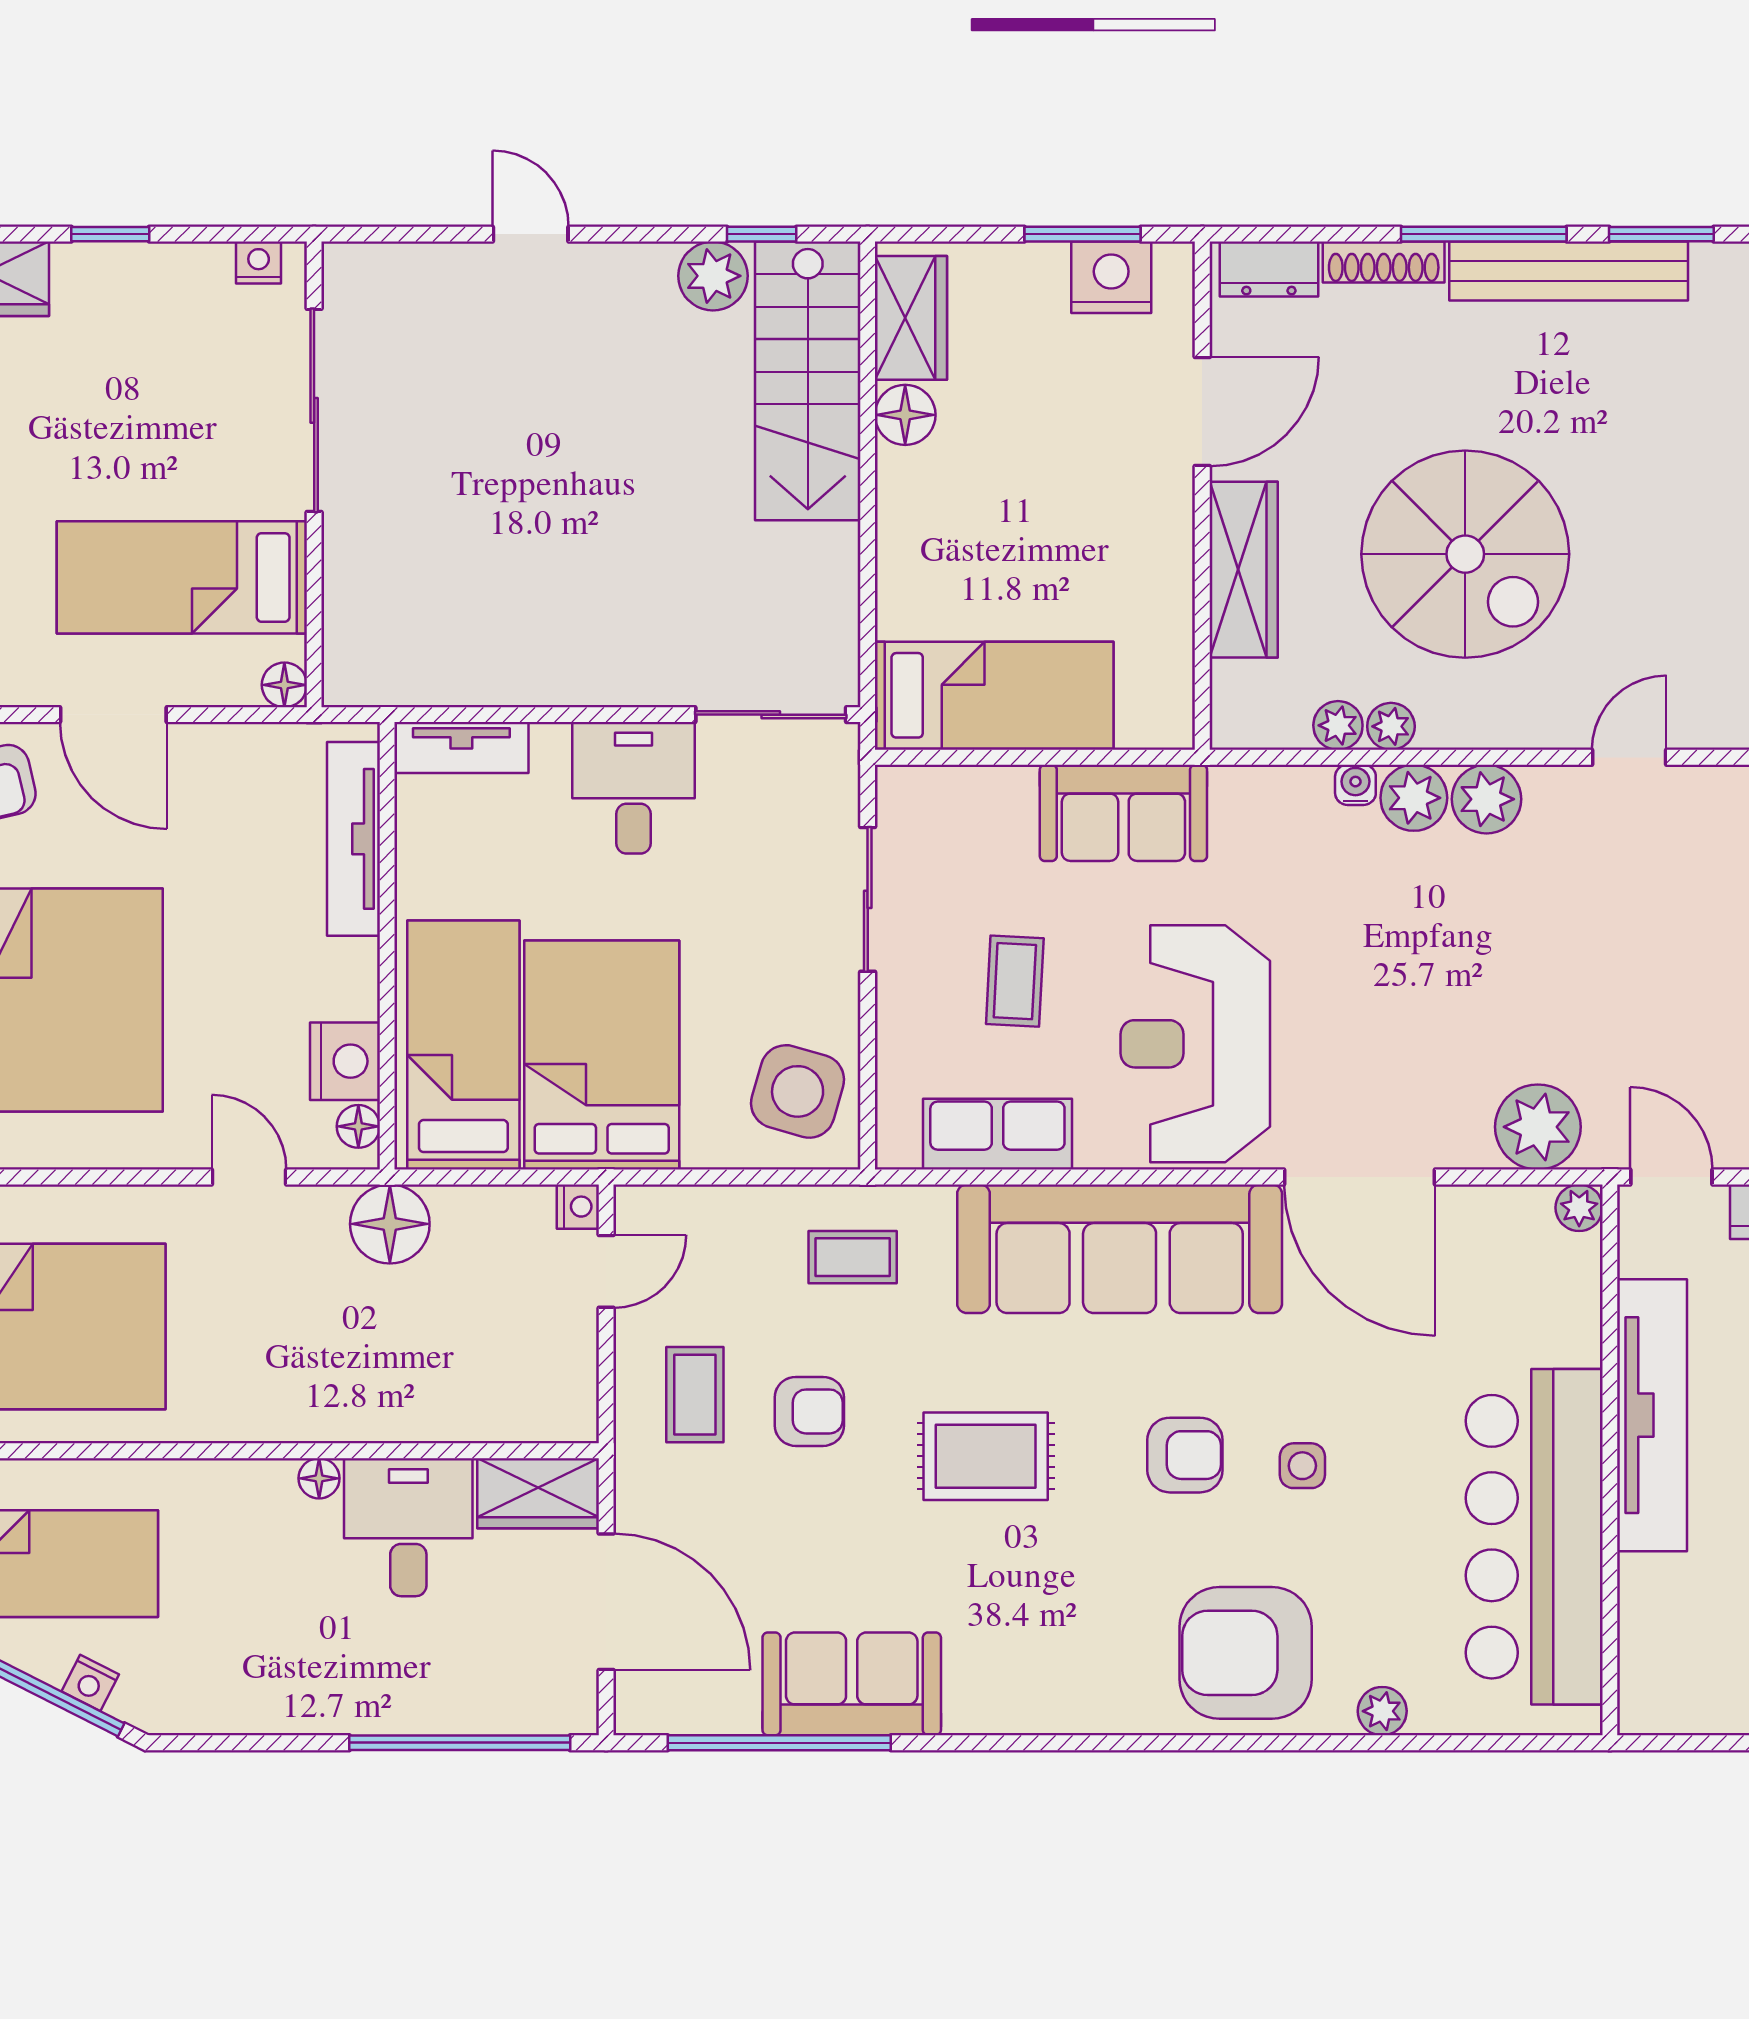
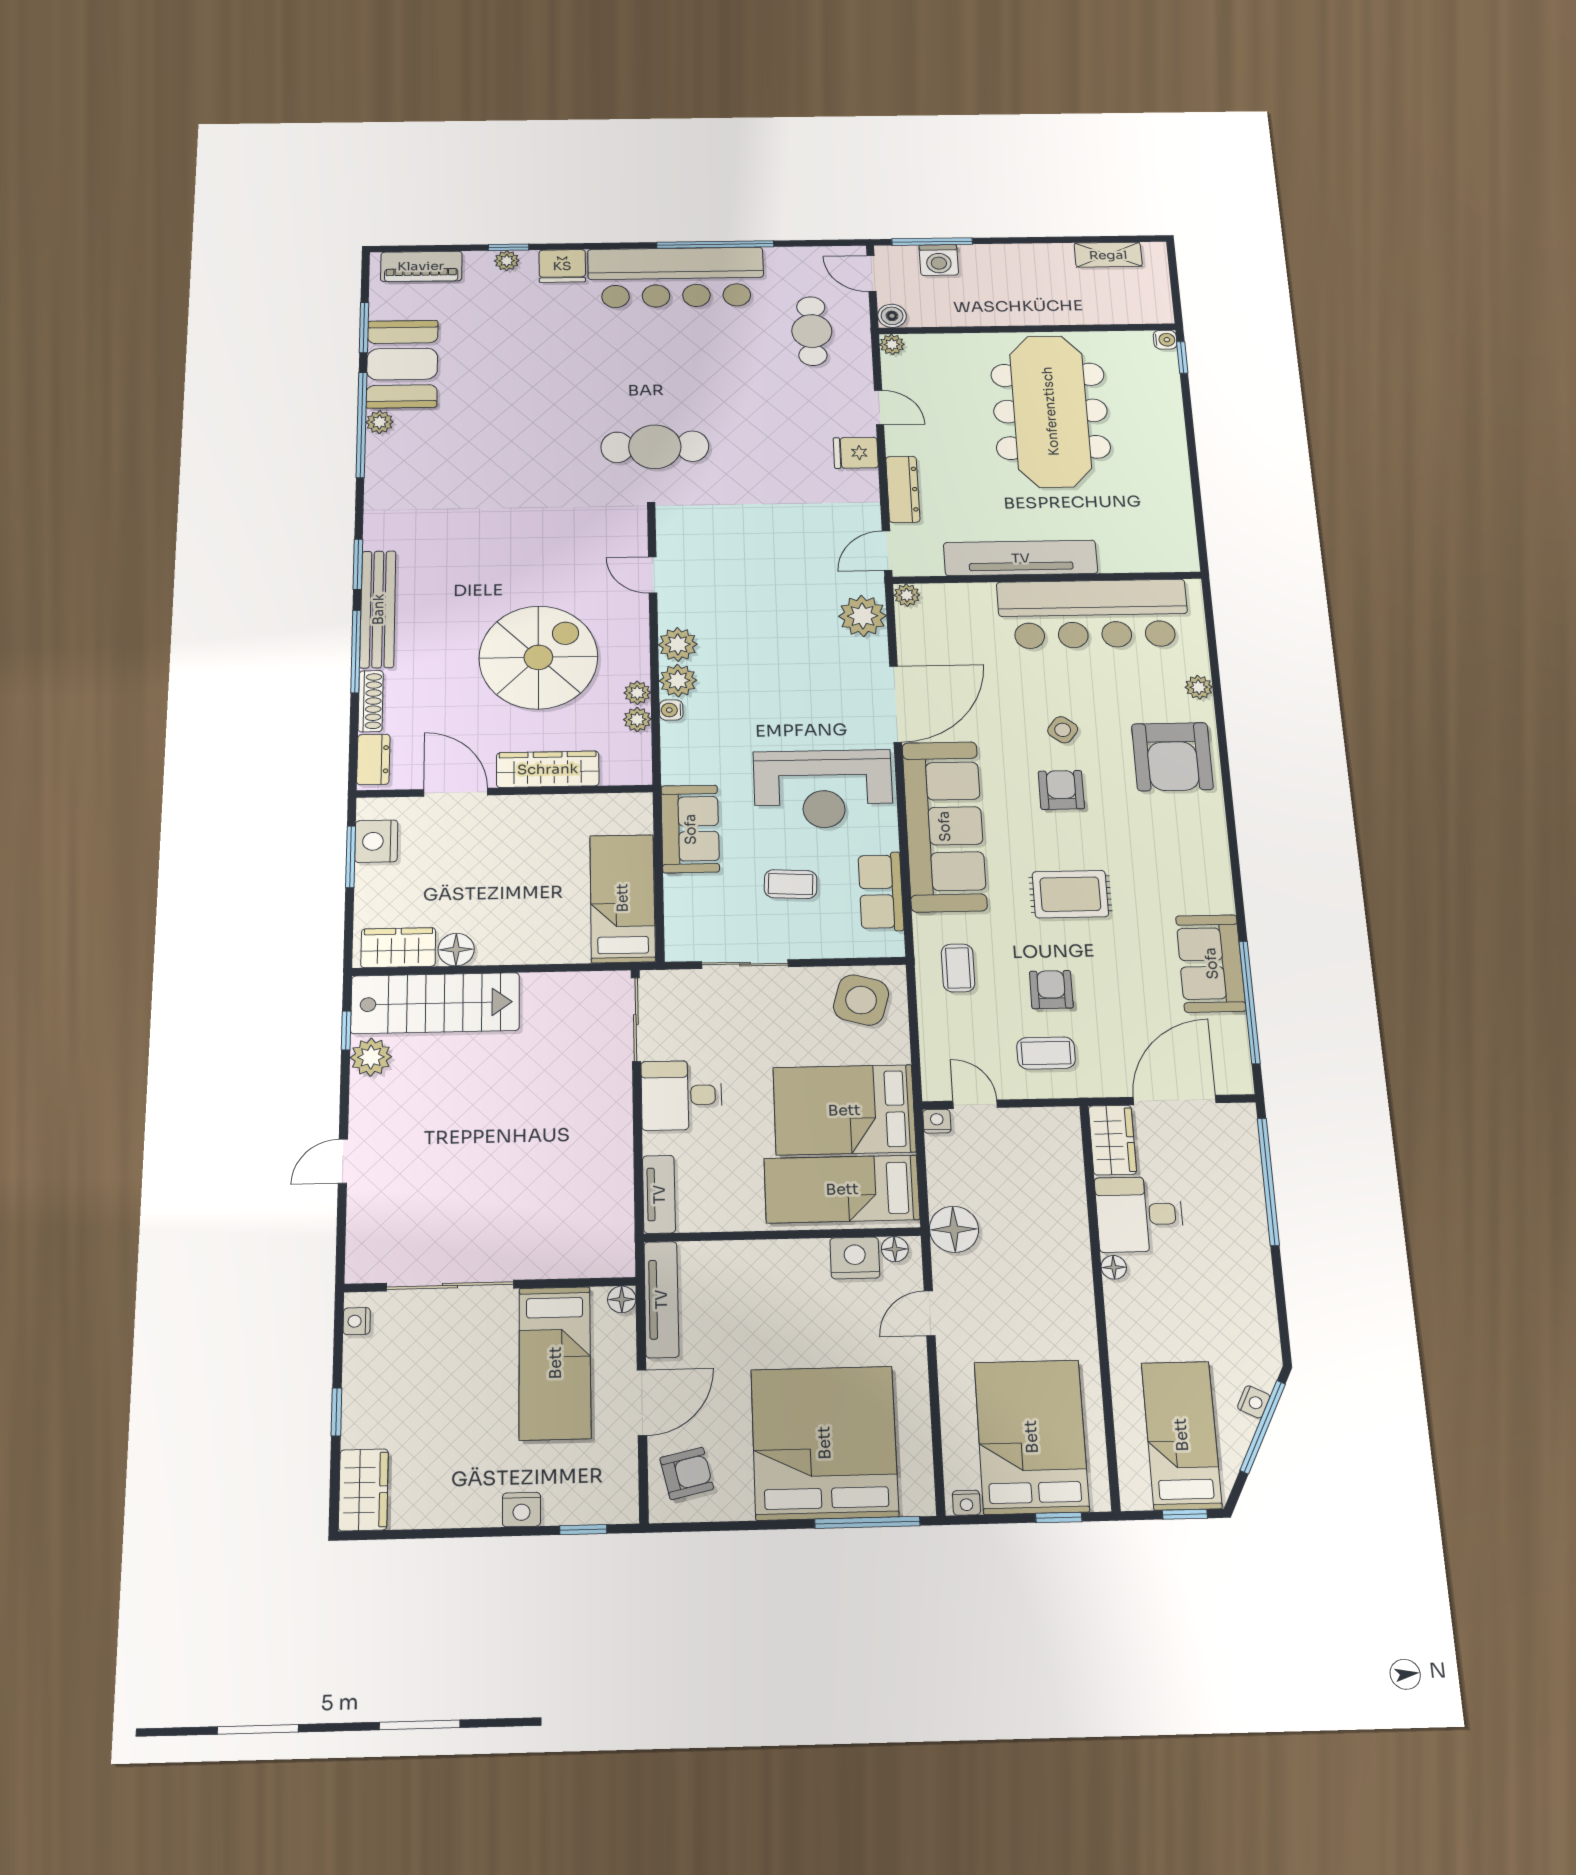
tv unit: (354, 839) -> (661, 1299), moved, turned -90
rug: (986, 1456) -> (1070, 894), turned 90
side table: (1302, 1466) -> (1063, 730), turned 37

